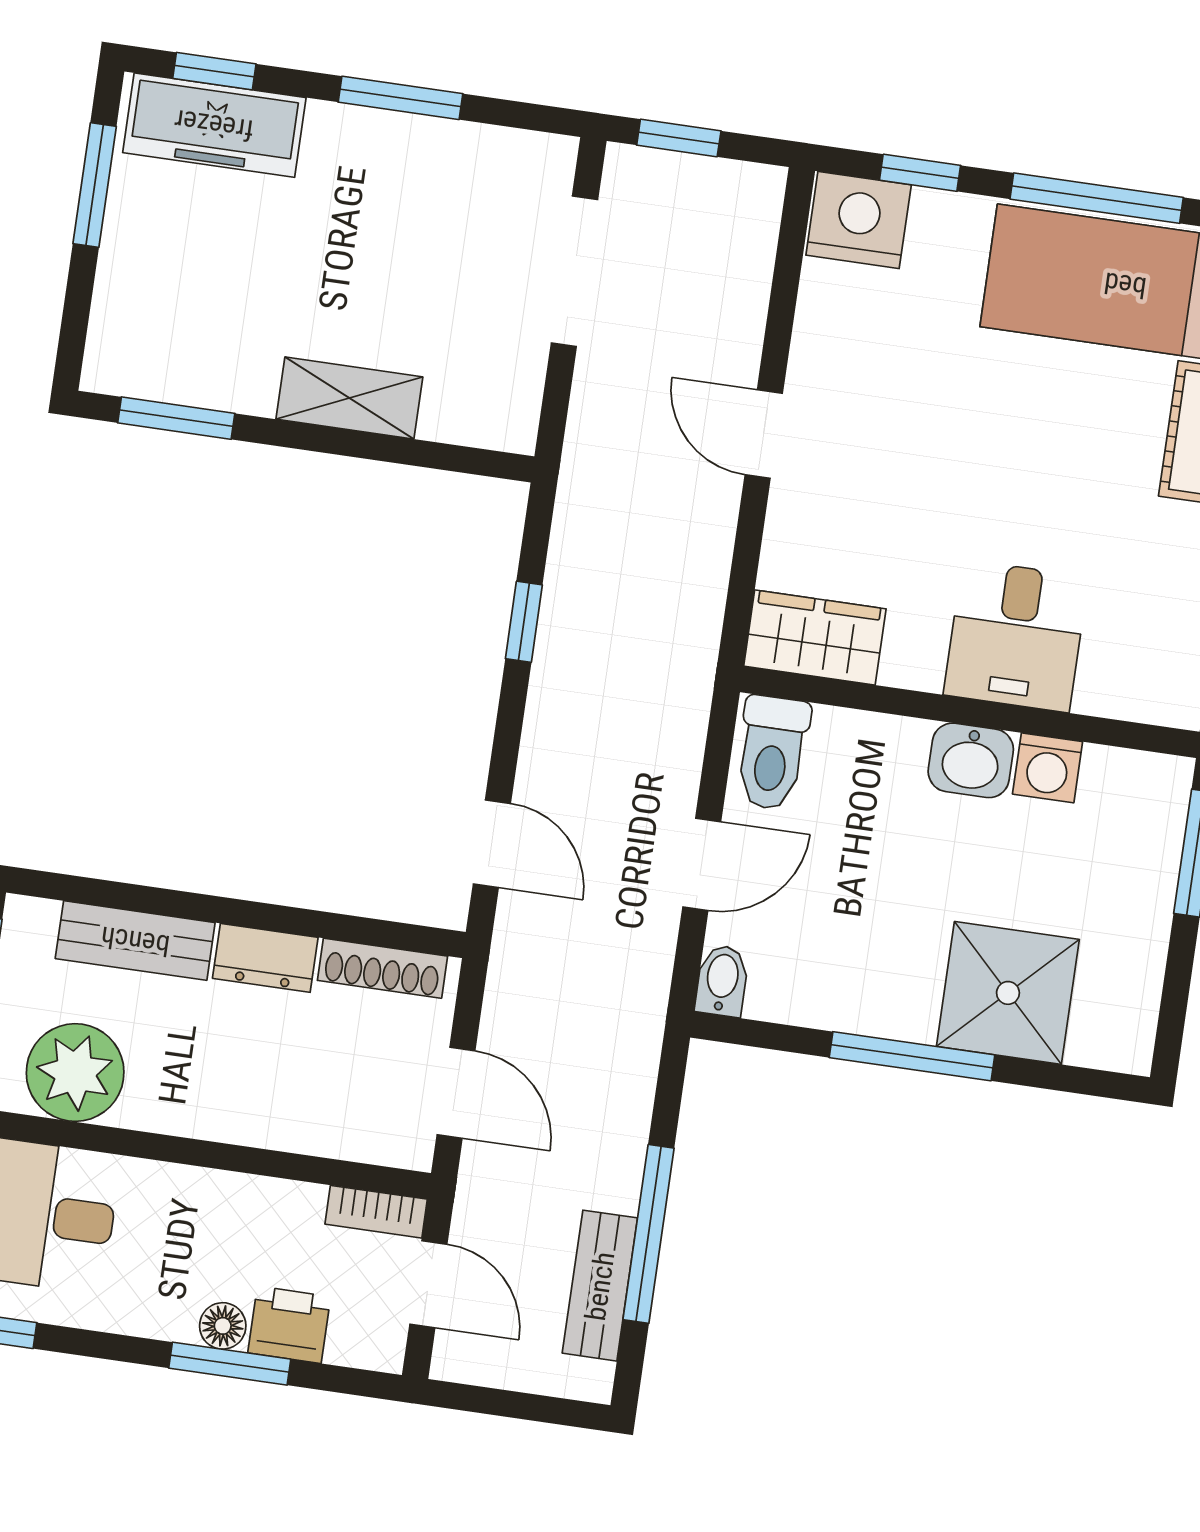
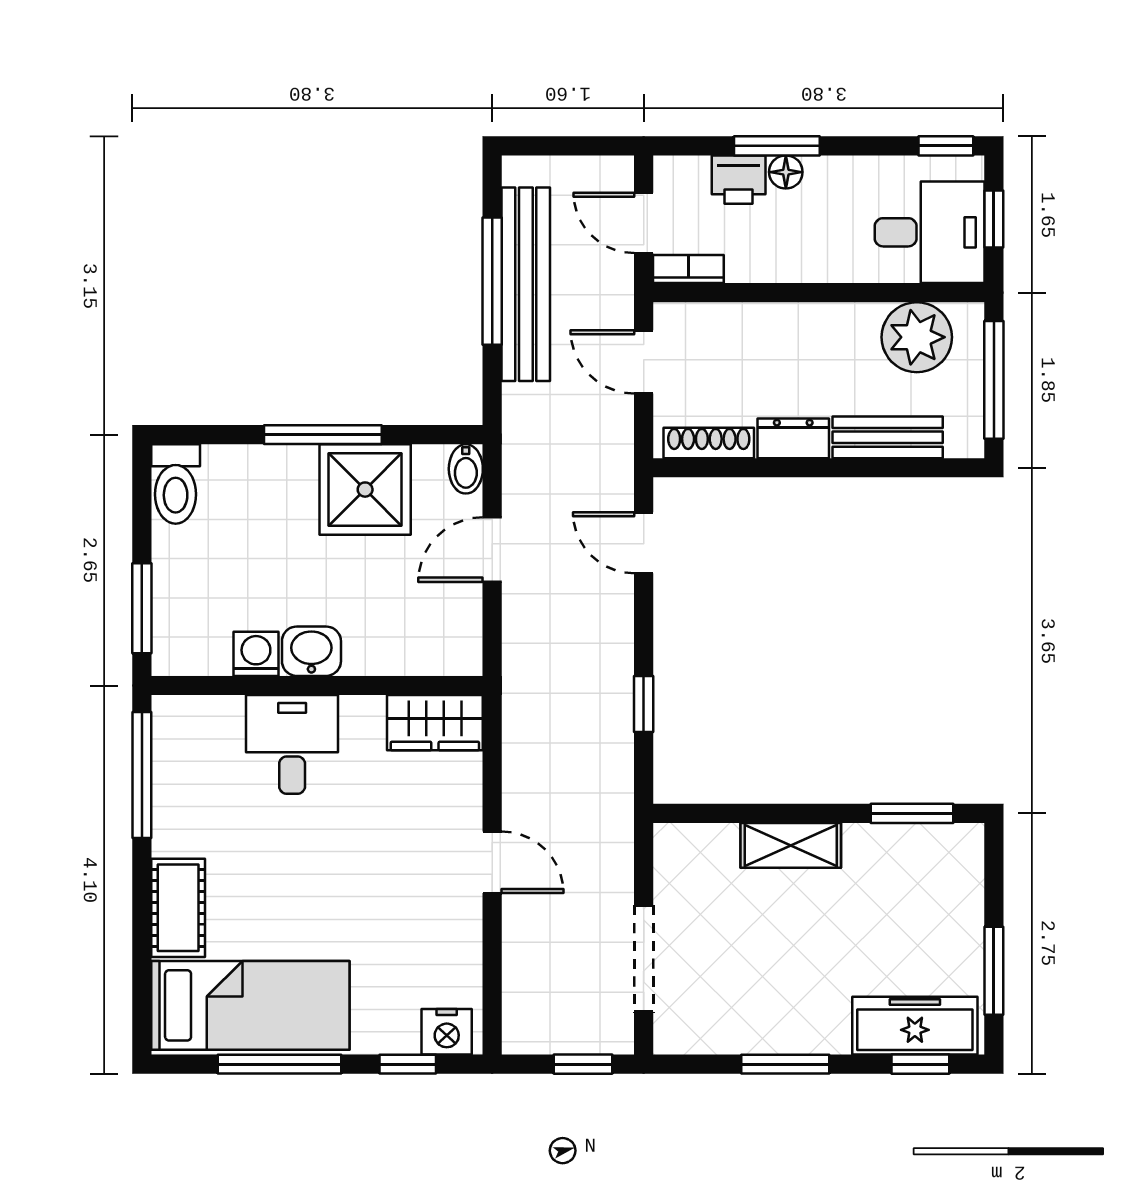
nightstand: (859, 220) -> (447, 1032), width x0.74, depth x0.75
toilet: (772, 753) -> (176, 484), moved, turned 180
shower: (1008, 993) -> (365, 490), moved
bench: (600, 1286) -> (526, 284), width x1.86, depth x1.21

